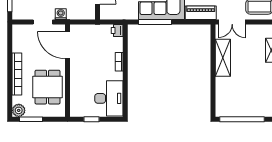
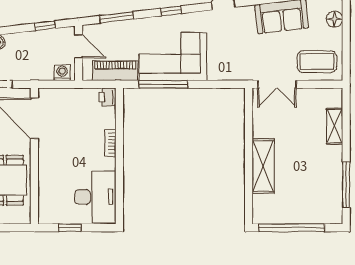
piano: (201, 13) -> (115, 71), moved
washing machine: (61, 14) -> (62, 73), moved
shelving: (223, 58) -> (263, 166), moved

